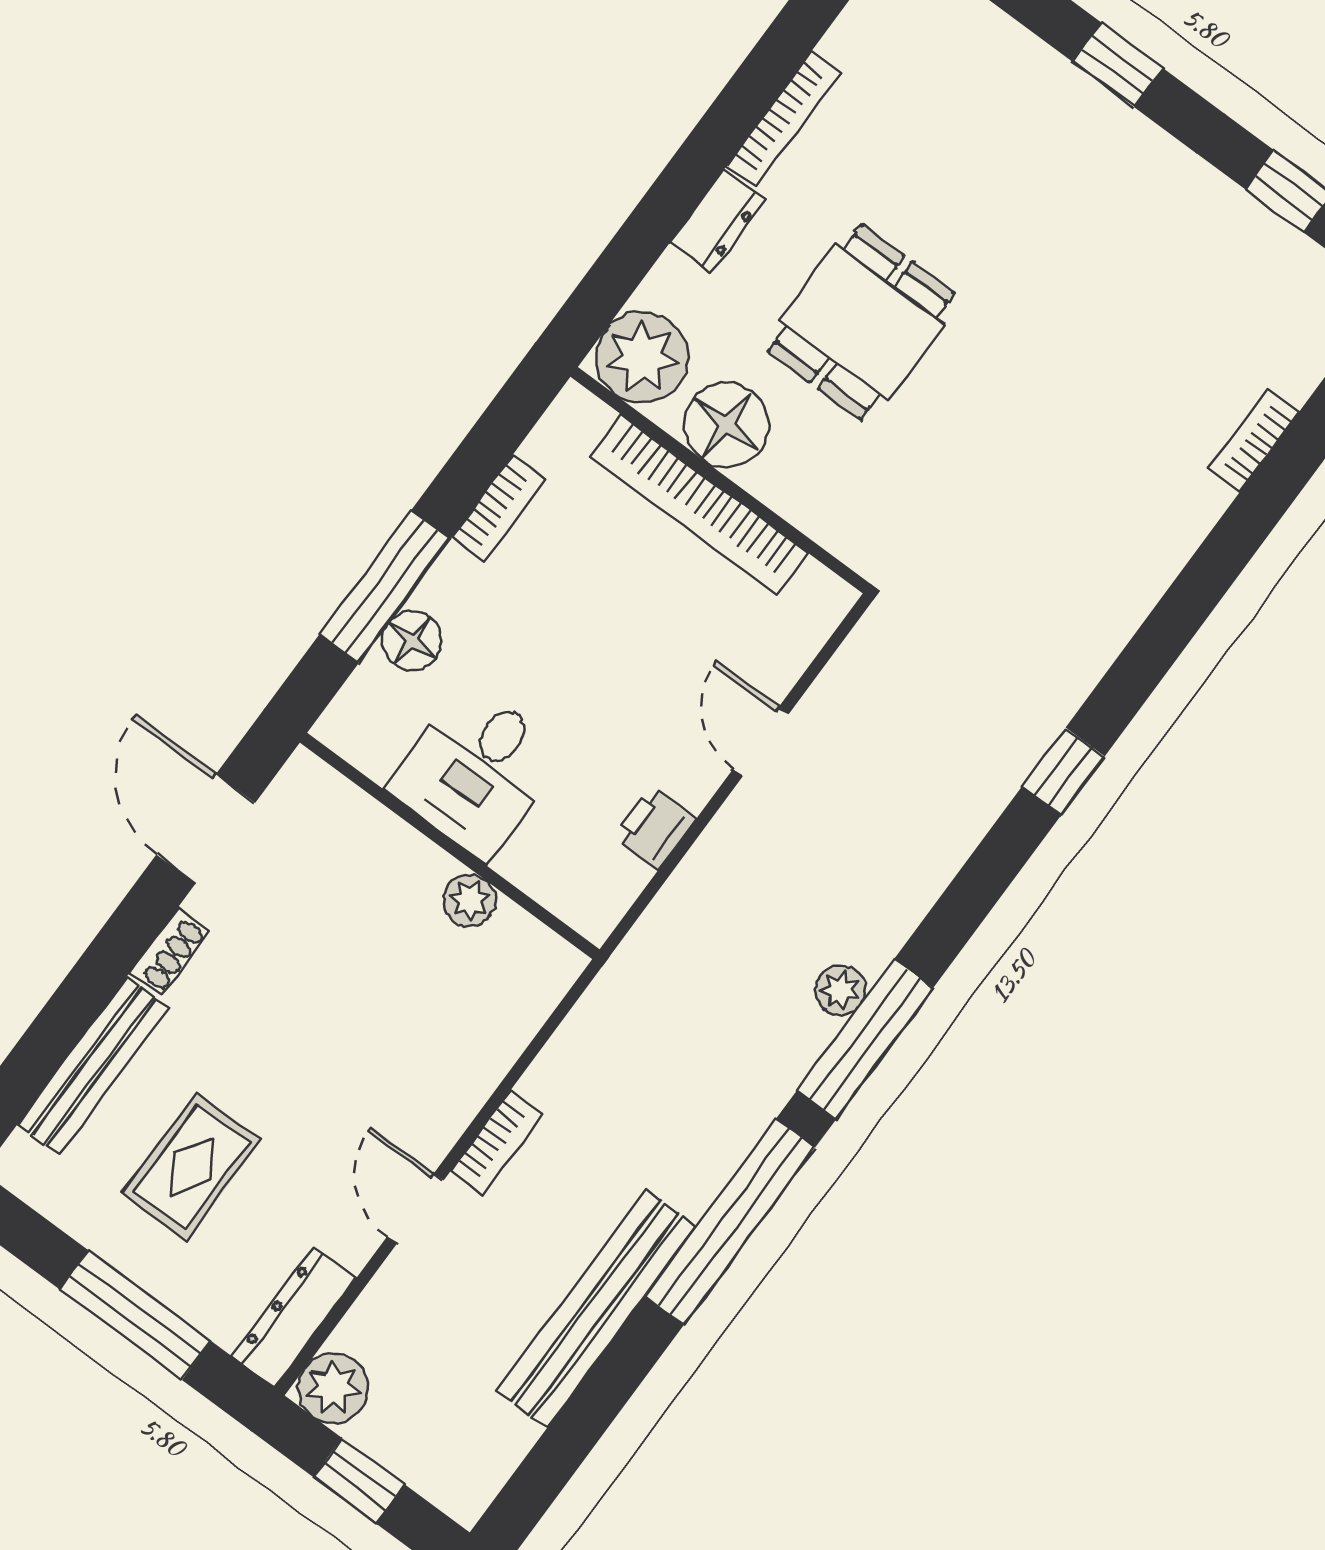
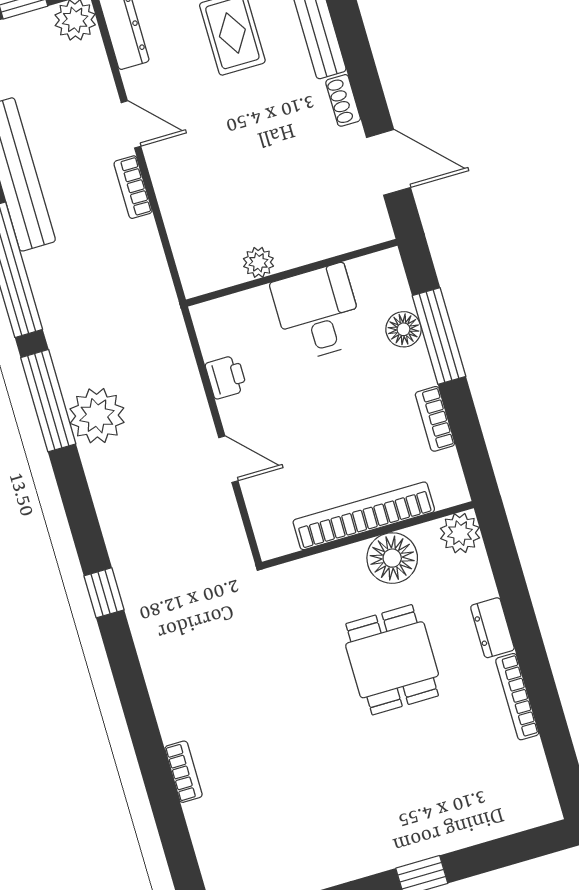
plant: (642, 357) -> (460, 533), width x0.73, depth x0.73
bookcase: (1254, 440) -> (183, 772), moved
plant: (840, 990) -> (97, 416), width x1.88, depth x1.88

